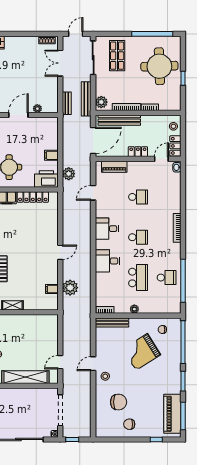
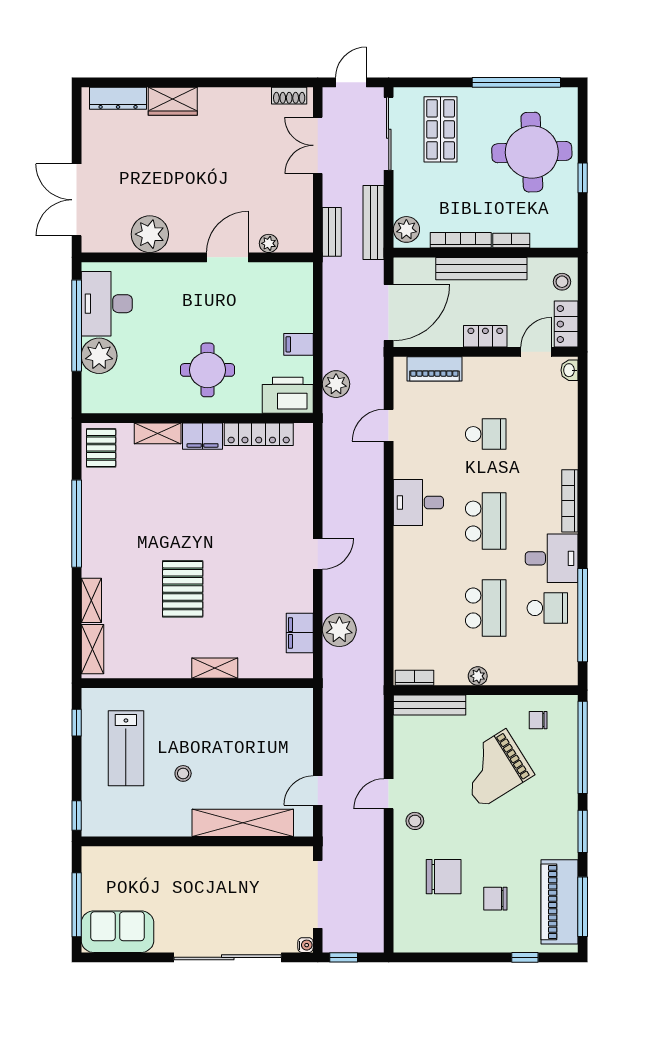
bench: (119, 120) -> (481, 269), moved
school desk: (138, 237) -> (486, 521), width x1.85
desk: (107, 261) -> (552, 558), moved, turned 180
filing cabinet: (52, 289) -> (300, 633), width x2.00
chair: (129, 424) -> (495, 899), moved

